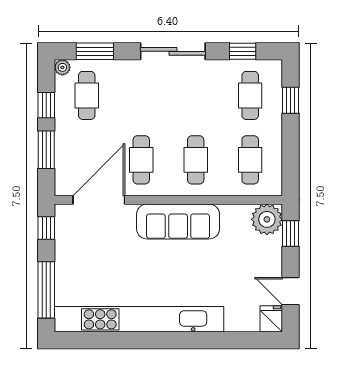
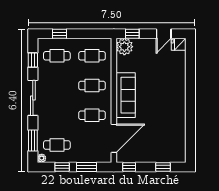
door: (99, 200) -> (114, 138), swing flipped
window: (46, 290) -> (163, 167), width x0.46
kitchen unit: (139, 319) -> (179, 116), removed

